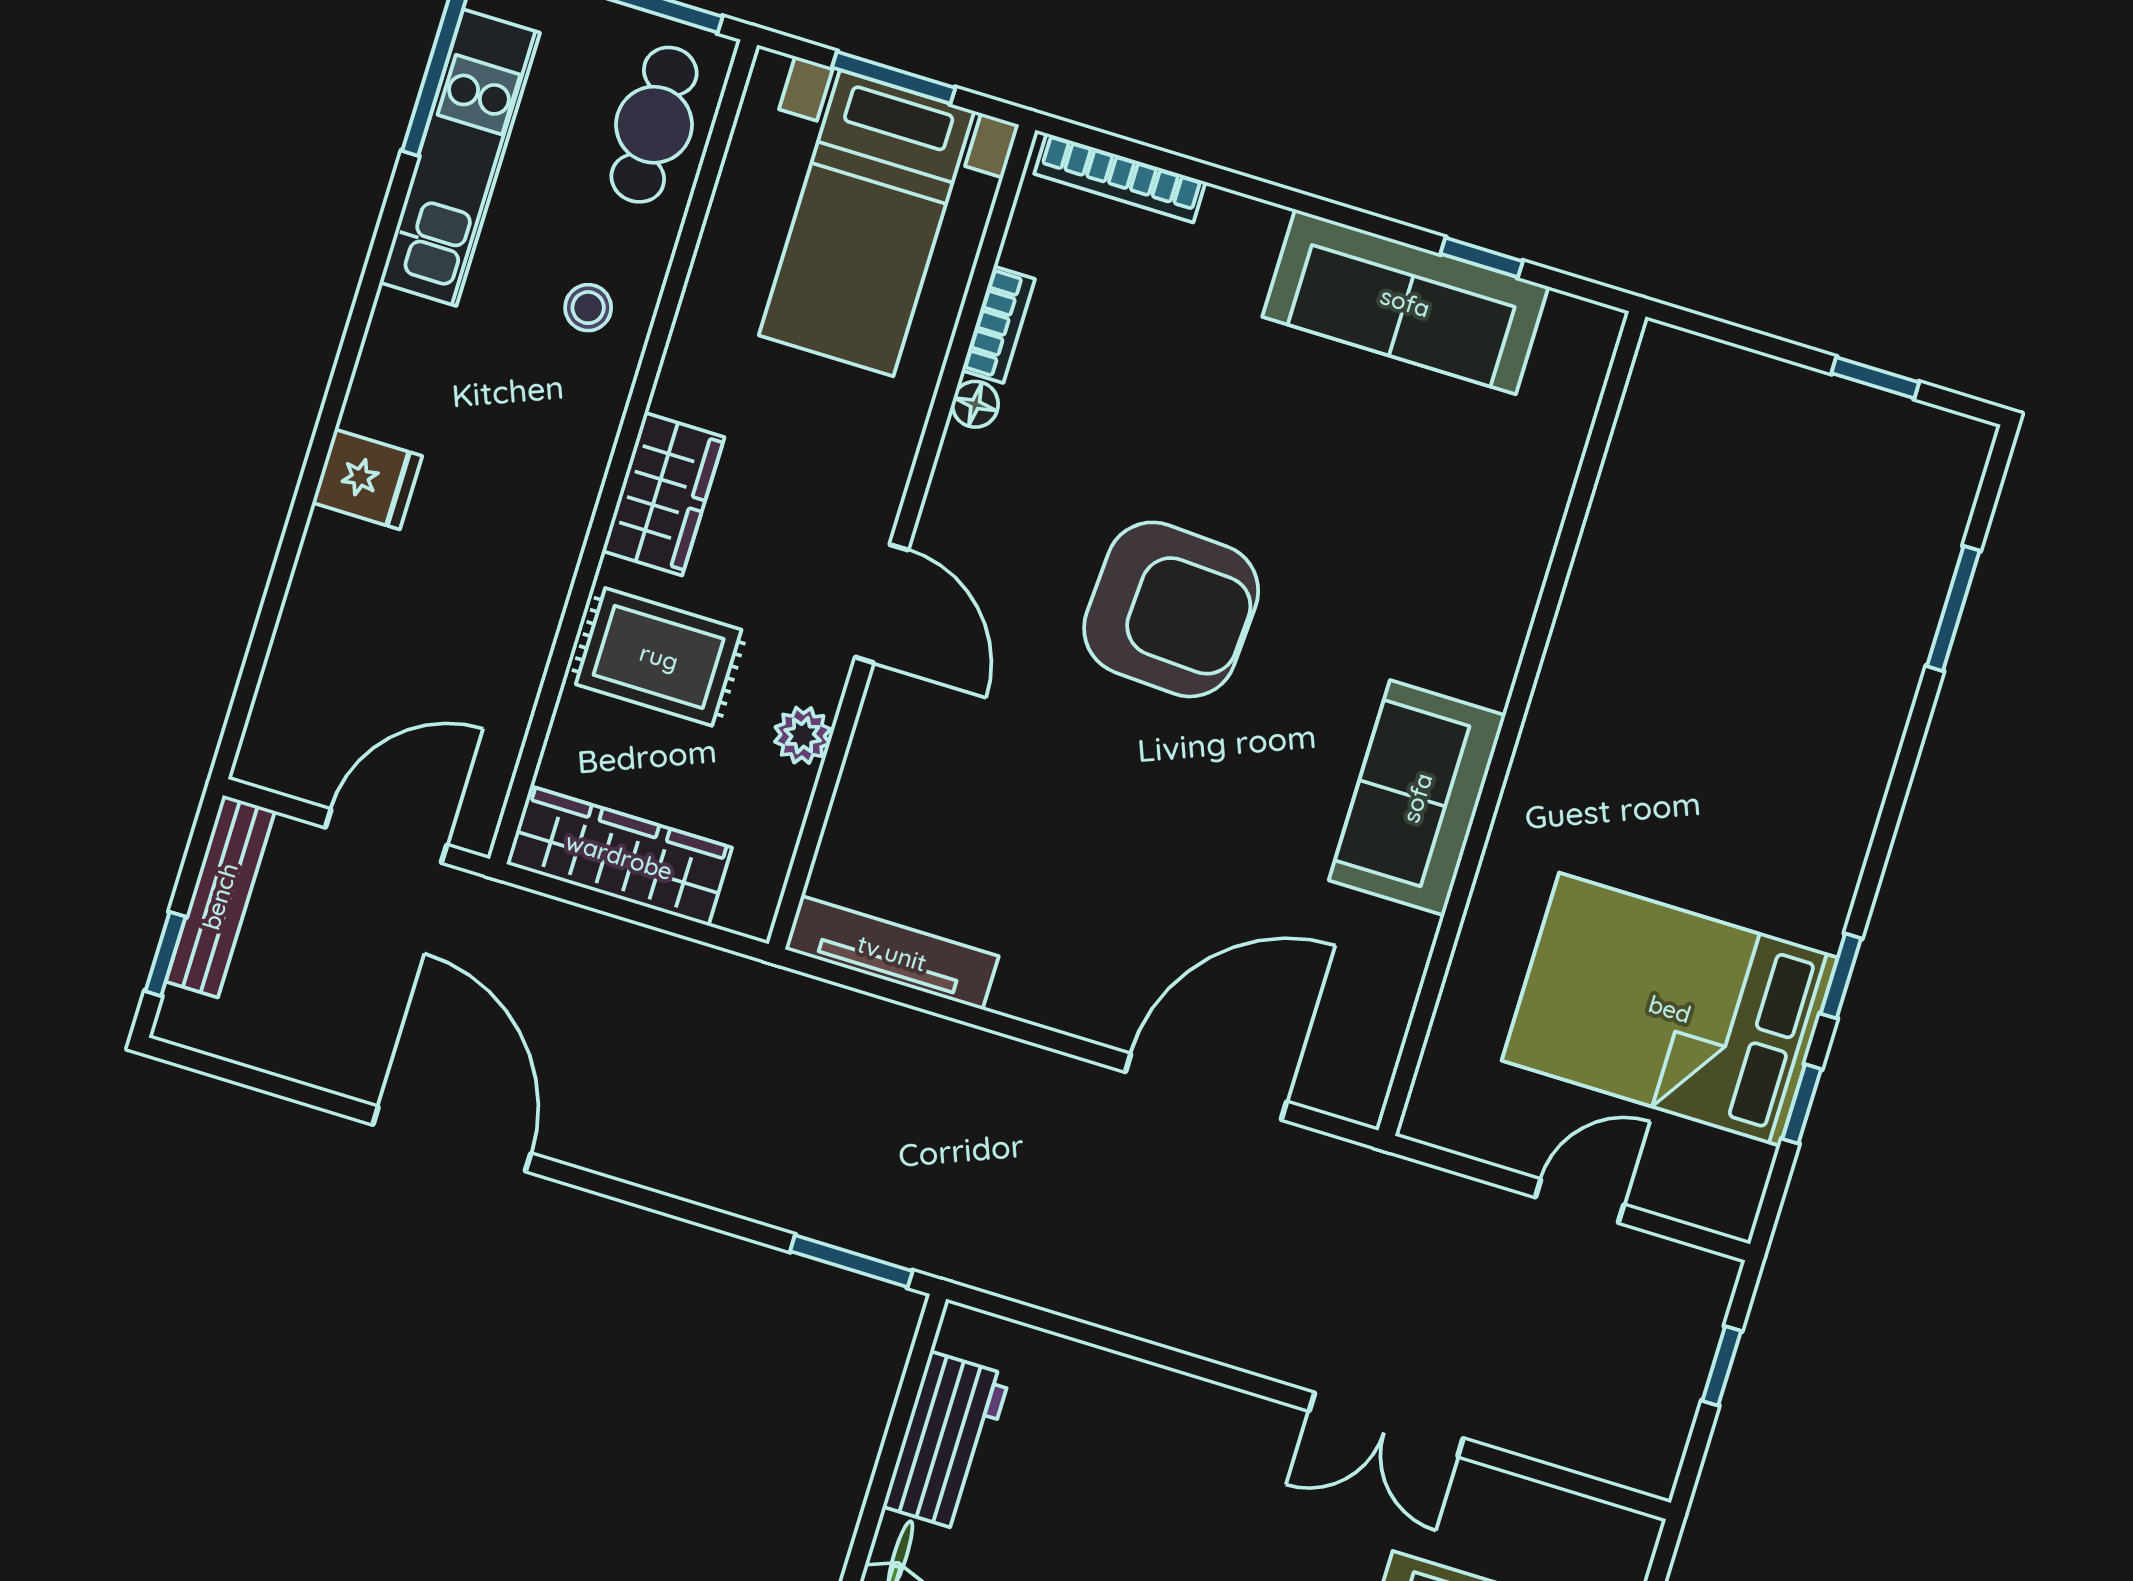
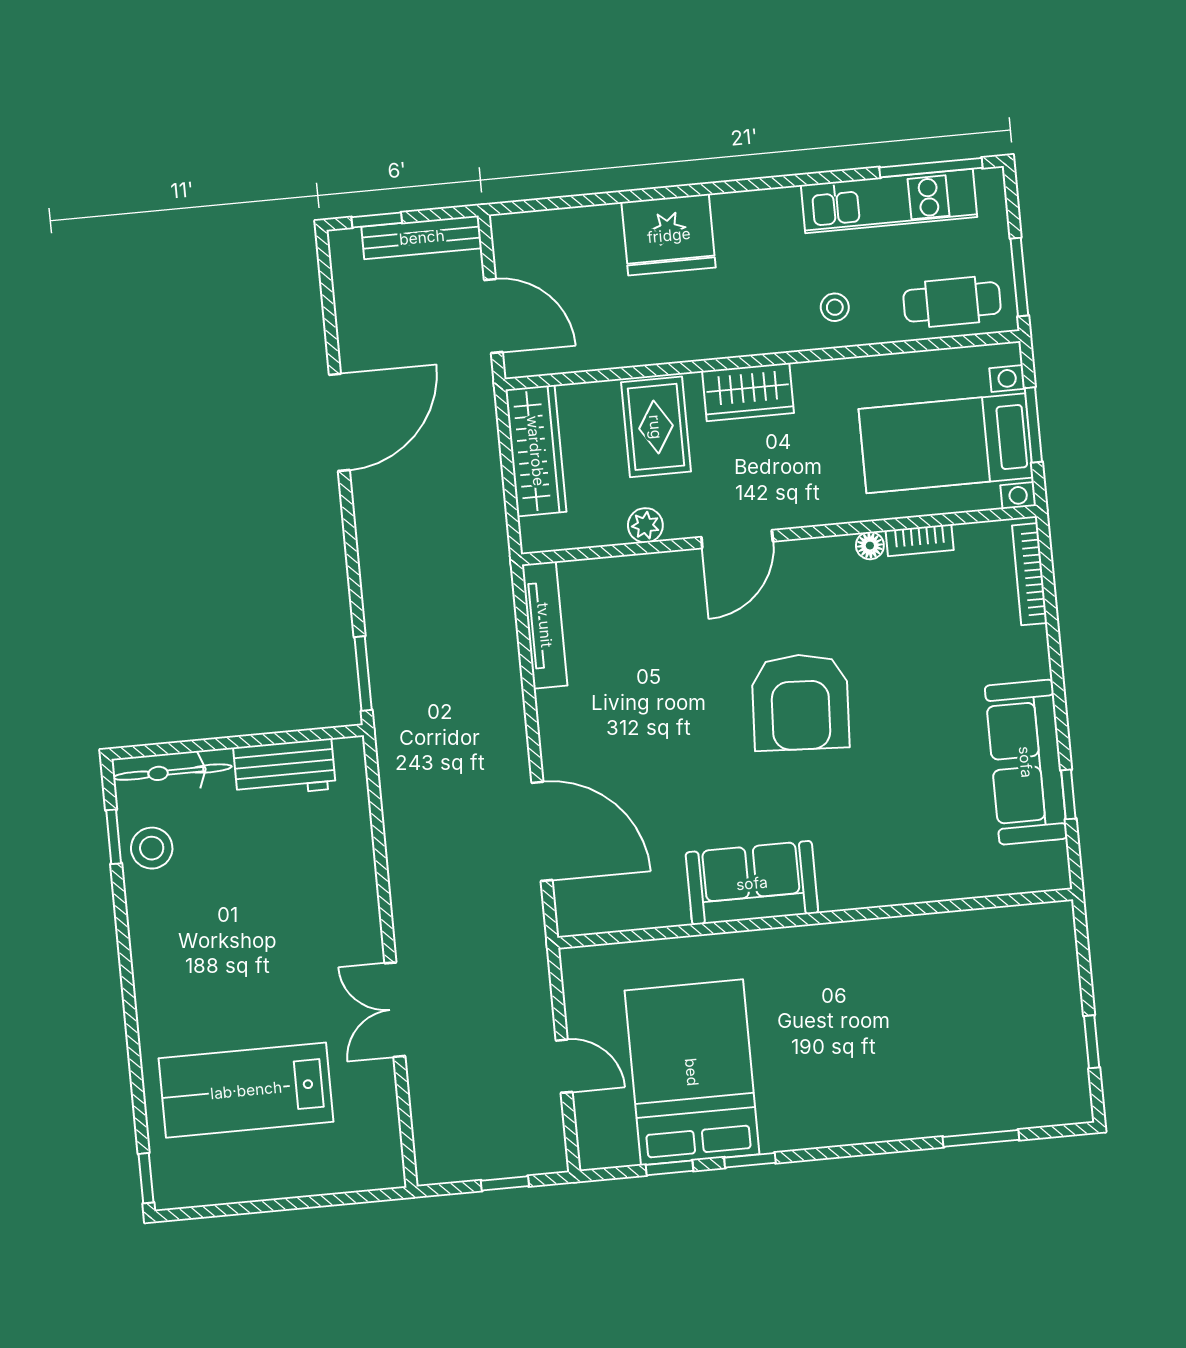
fridge: (367, 479) -> (669, 235), width x1.88, depth x1.34

